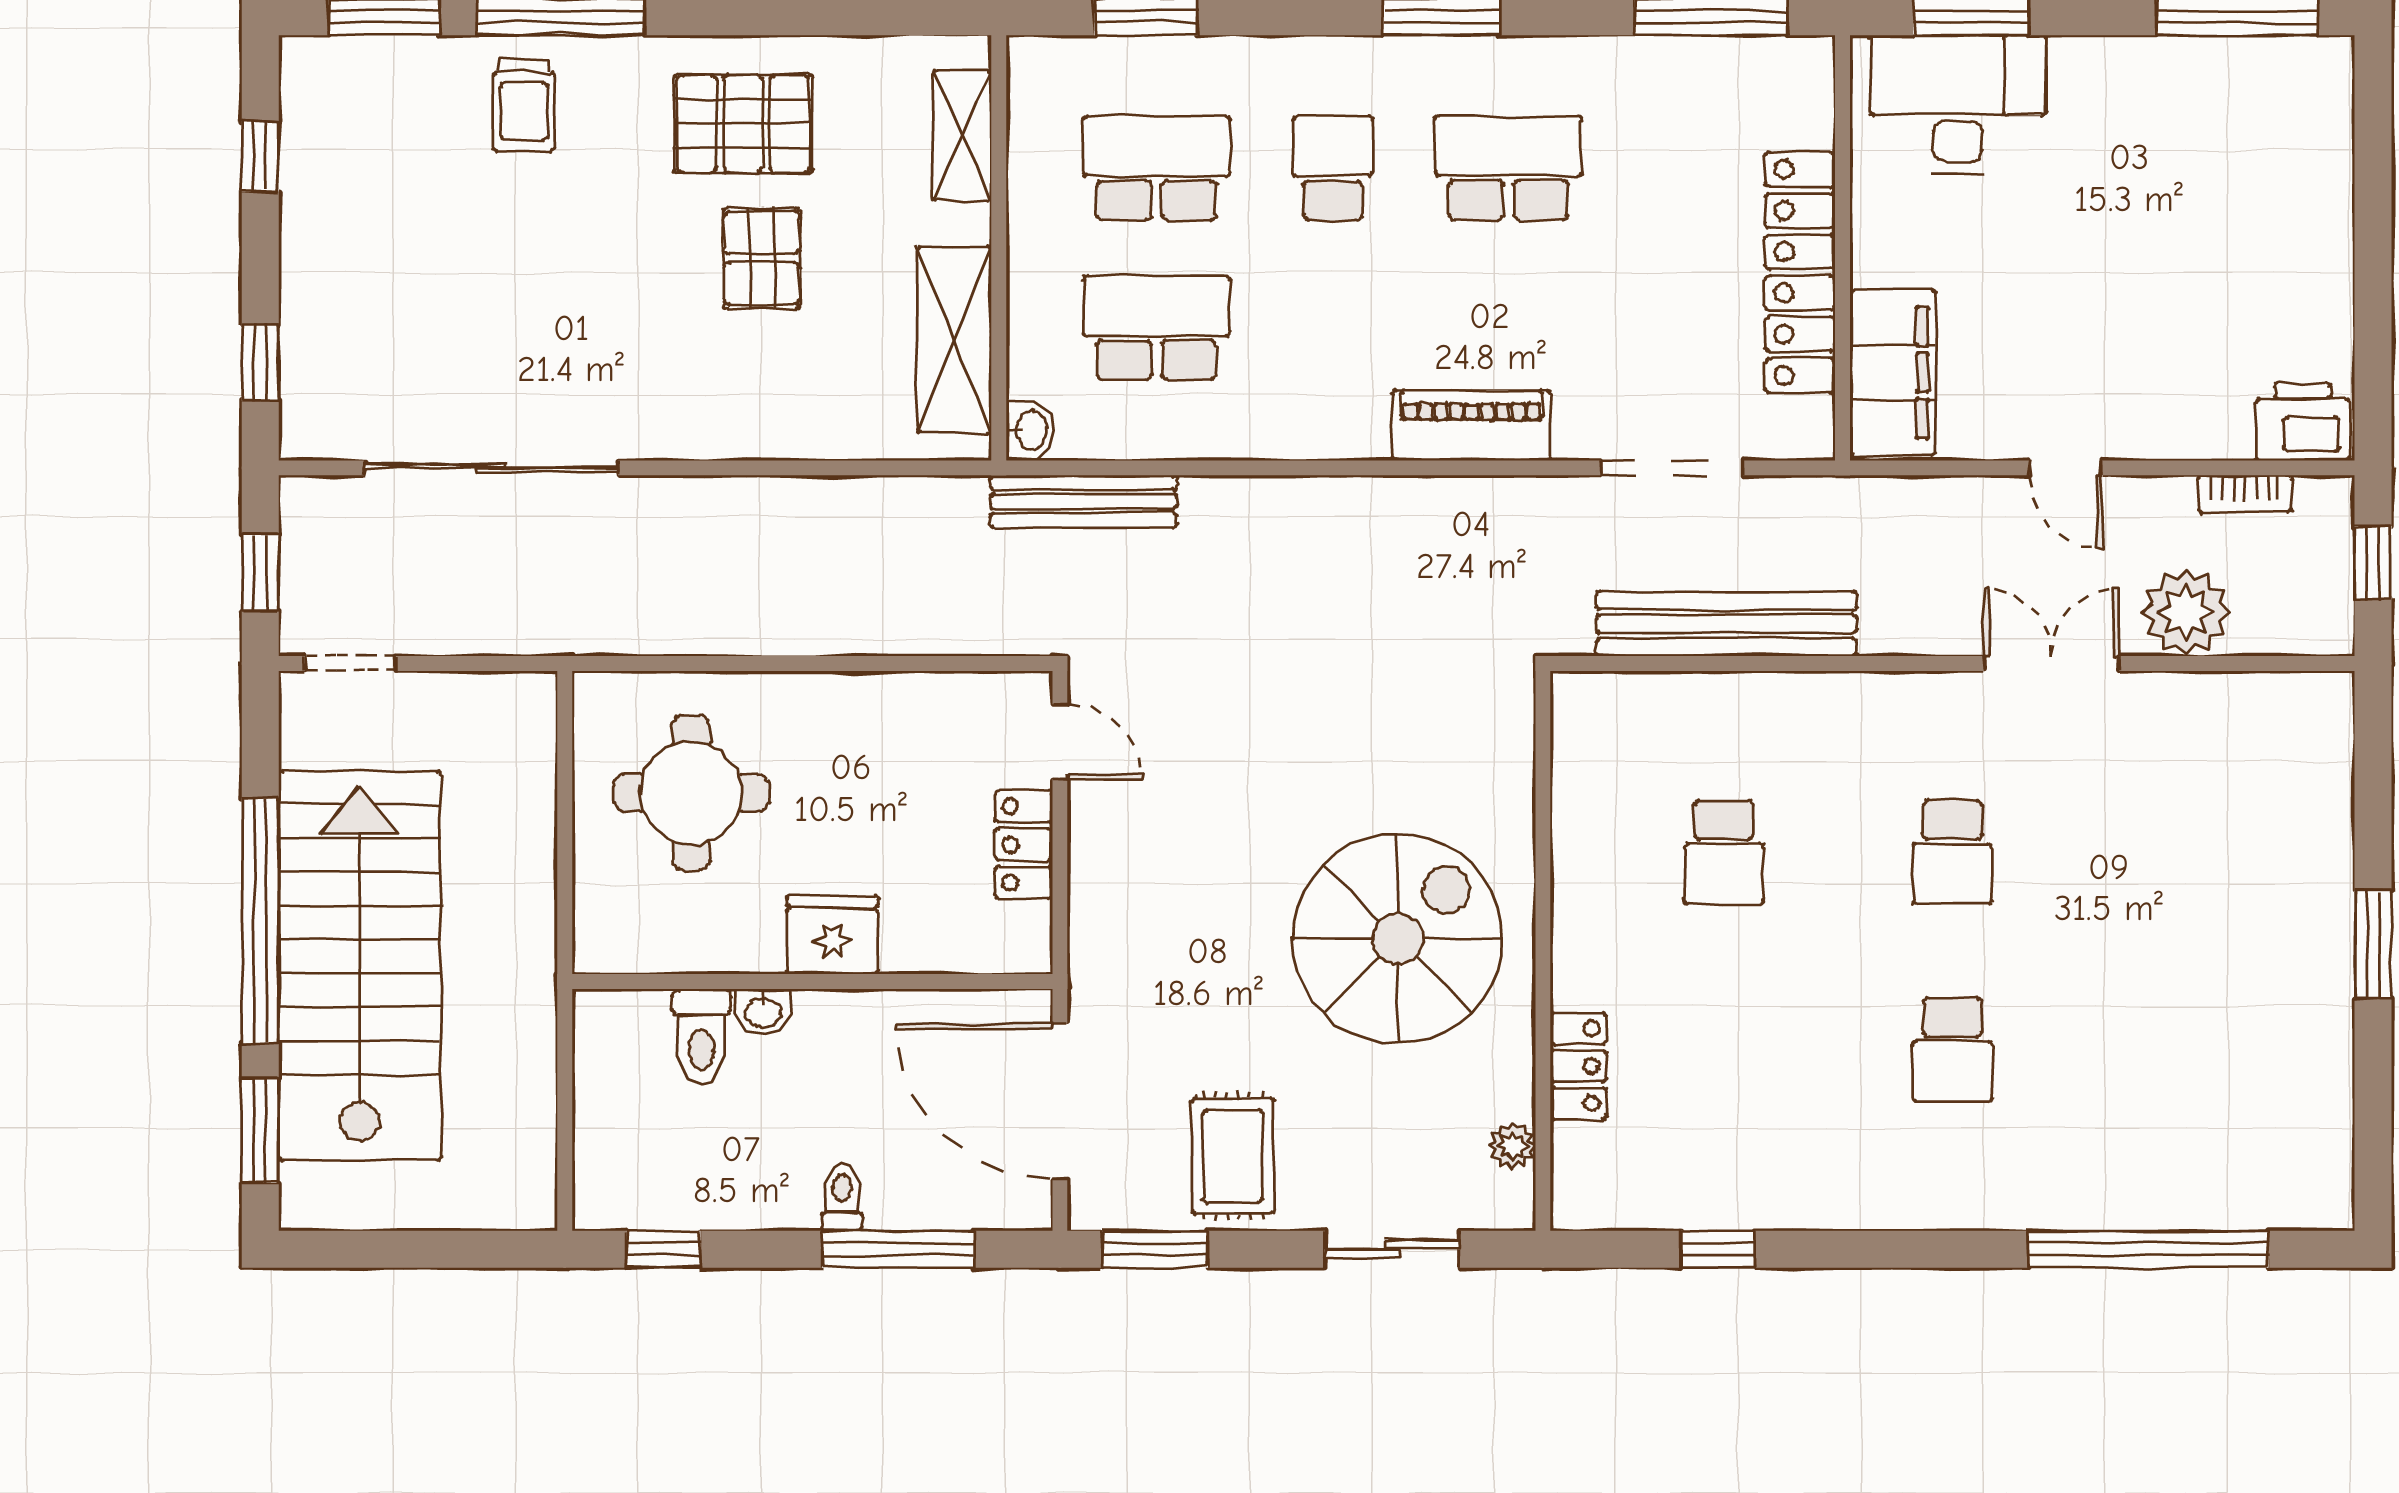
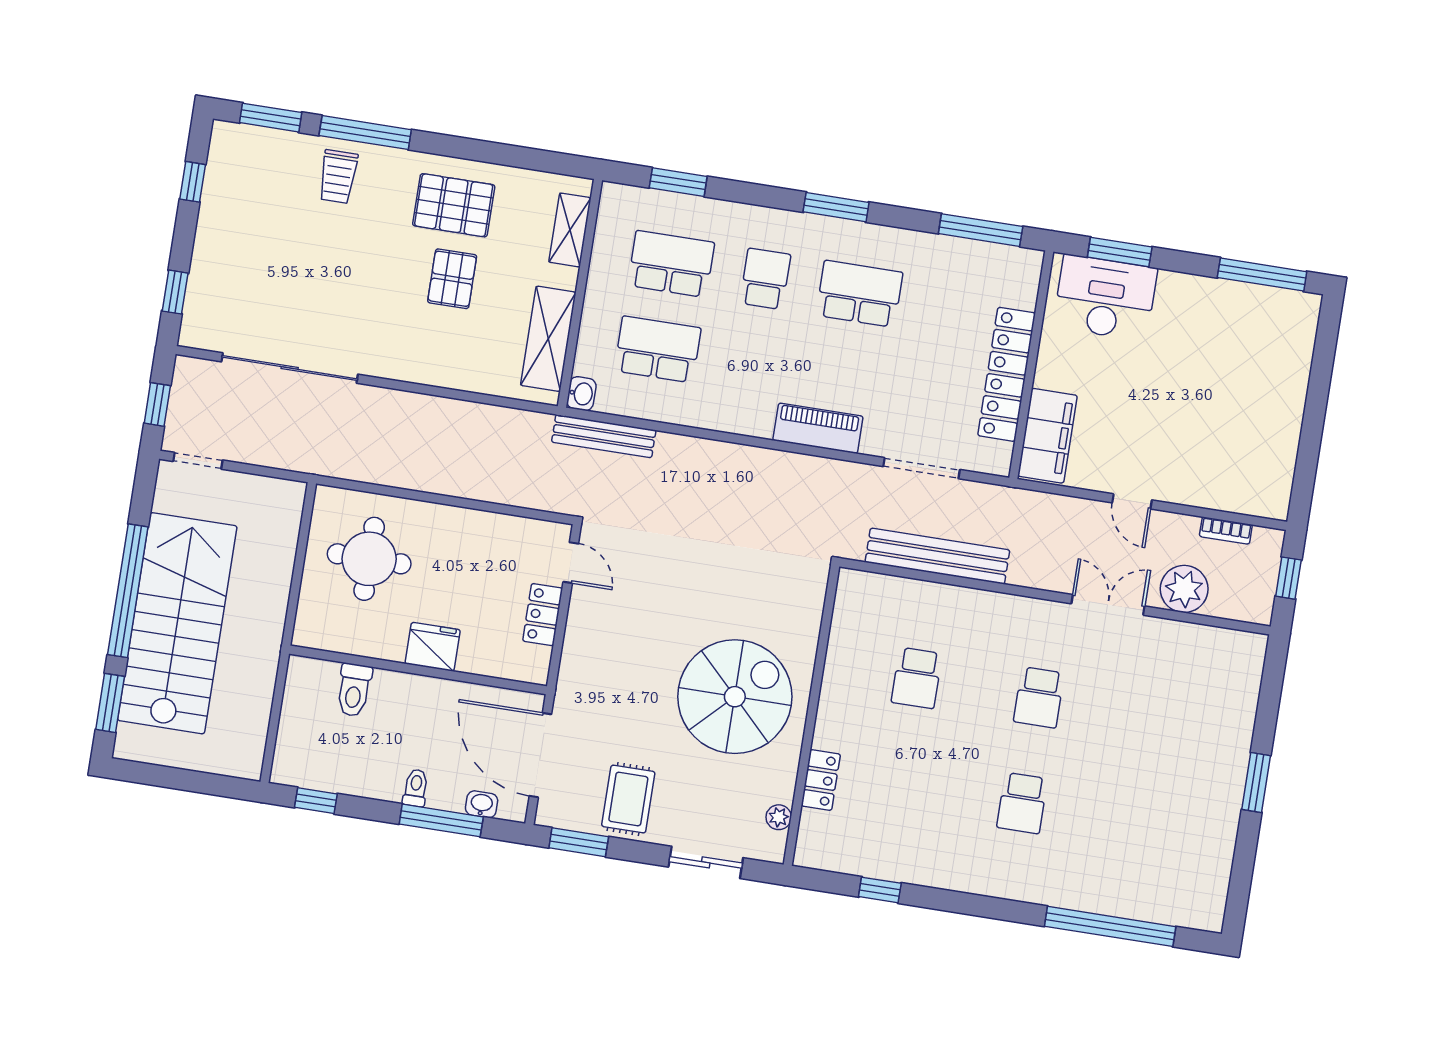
printer: (2303, 422) -> (1263, 497), removed
washbasin: (763, 1012) -> (482, 804), moved, turned 180

